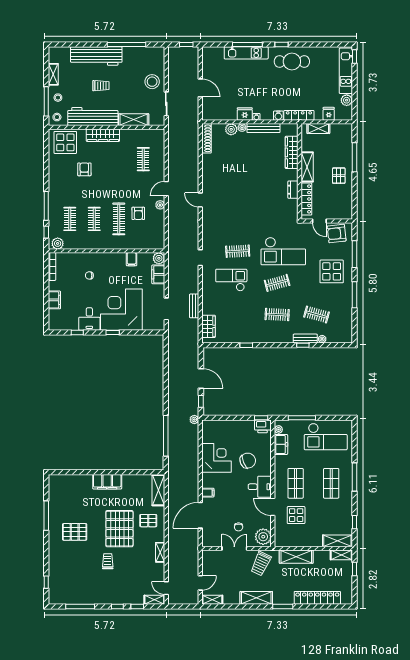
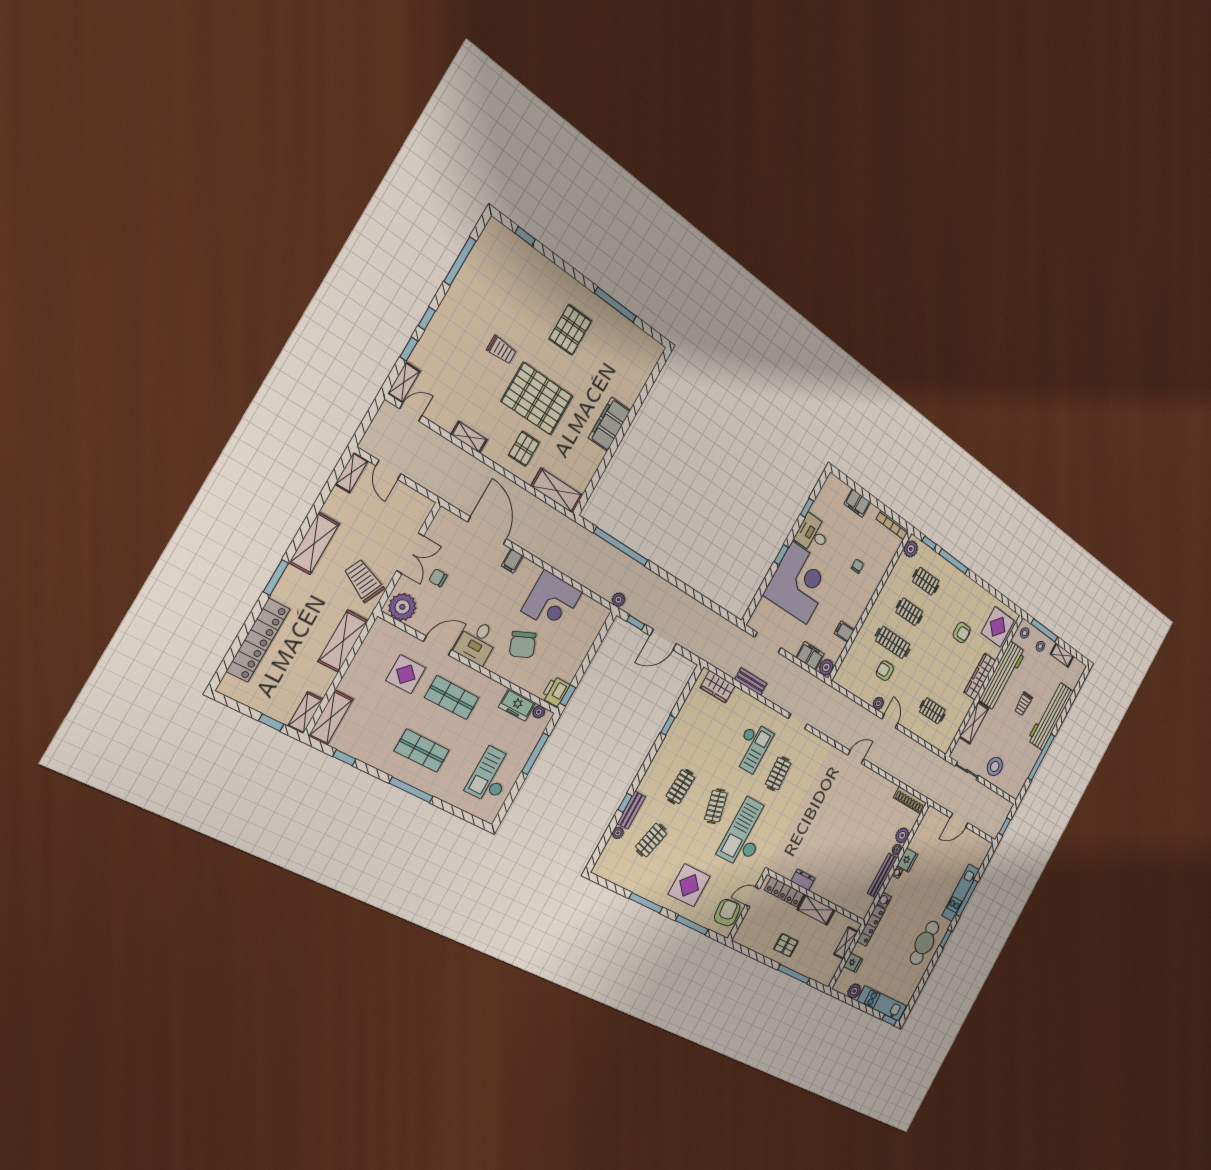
wardrobe: (292, 152) -> (841, 898), removed
checkout: (326, 437) -> (491, 775), width x0.73, depth x0.83

